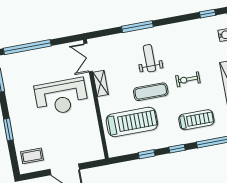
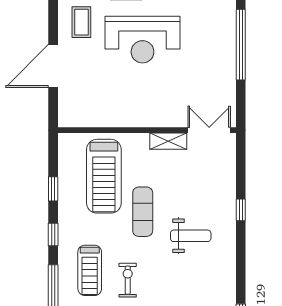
window: (137, 27) -> (241, 210), width x0.46
weight bench: (149, 58) -> (191, 236), moved
exercise bike: (188, 79) -> (128, 280), moved
reception desk: (61, 97) -> (142, 40), moved, turned -90

